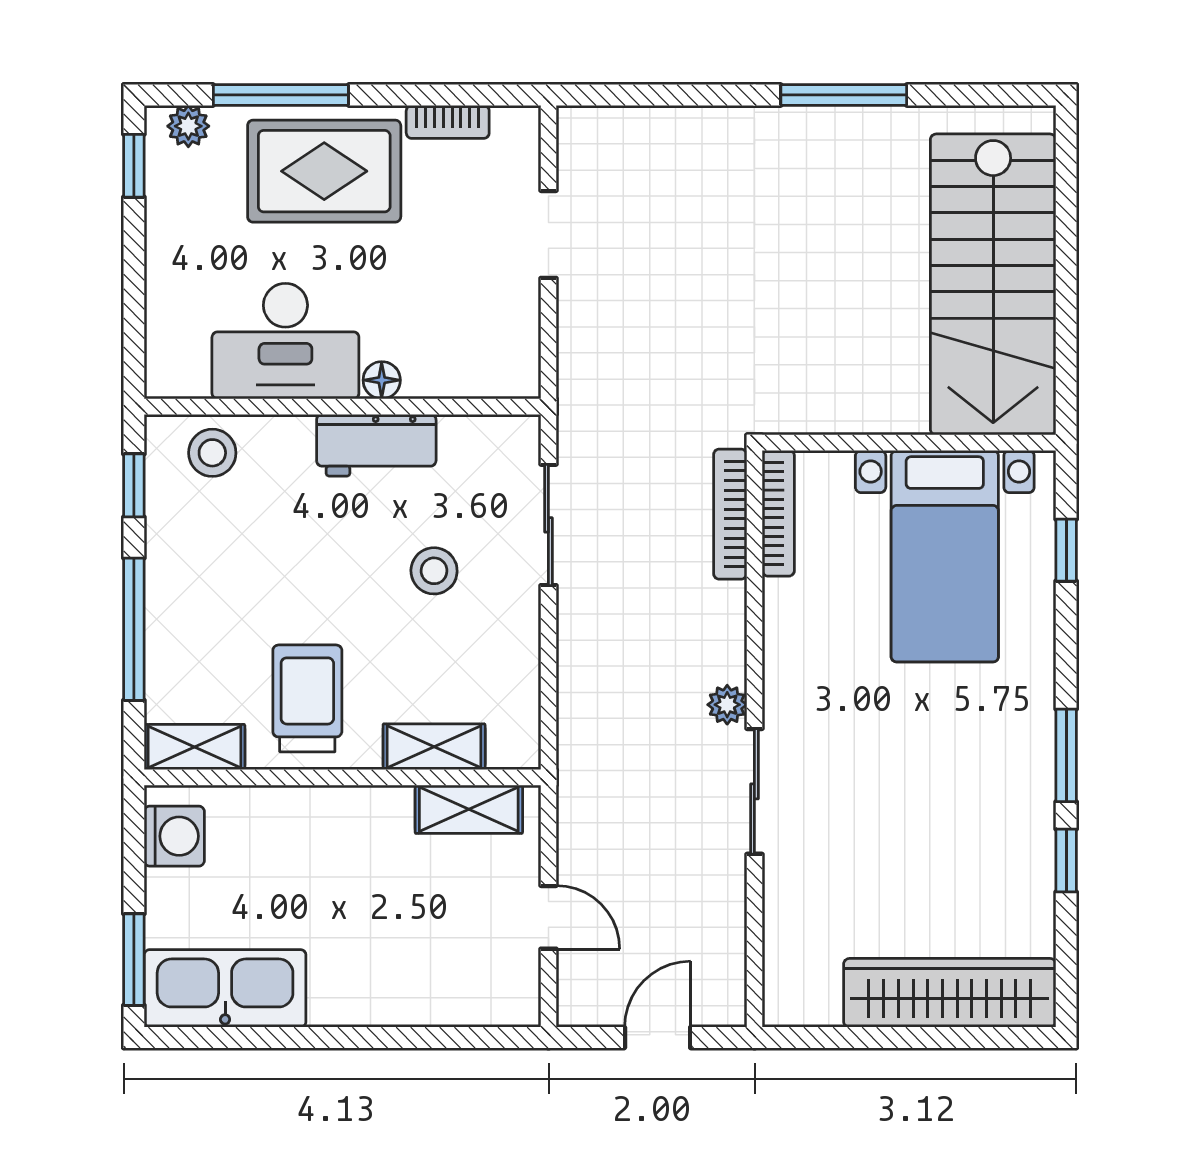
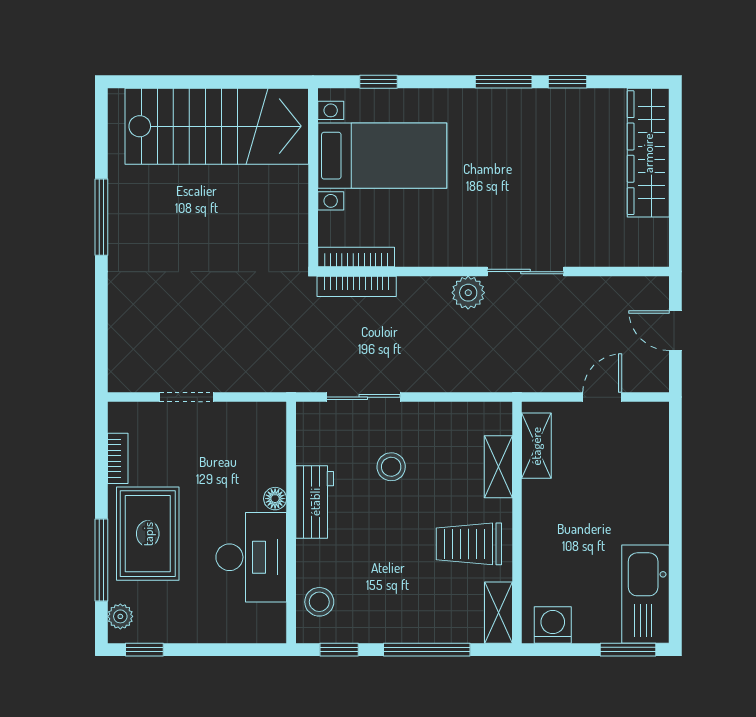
plant: (727, 705) -> (468, 293), width x1.38, depth x1.38

